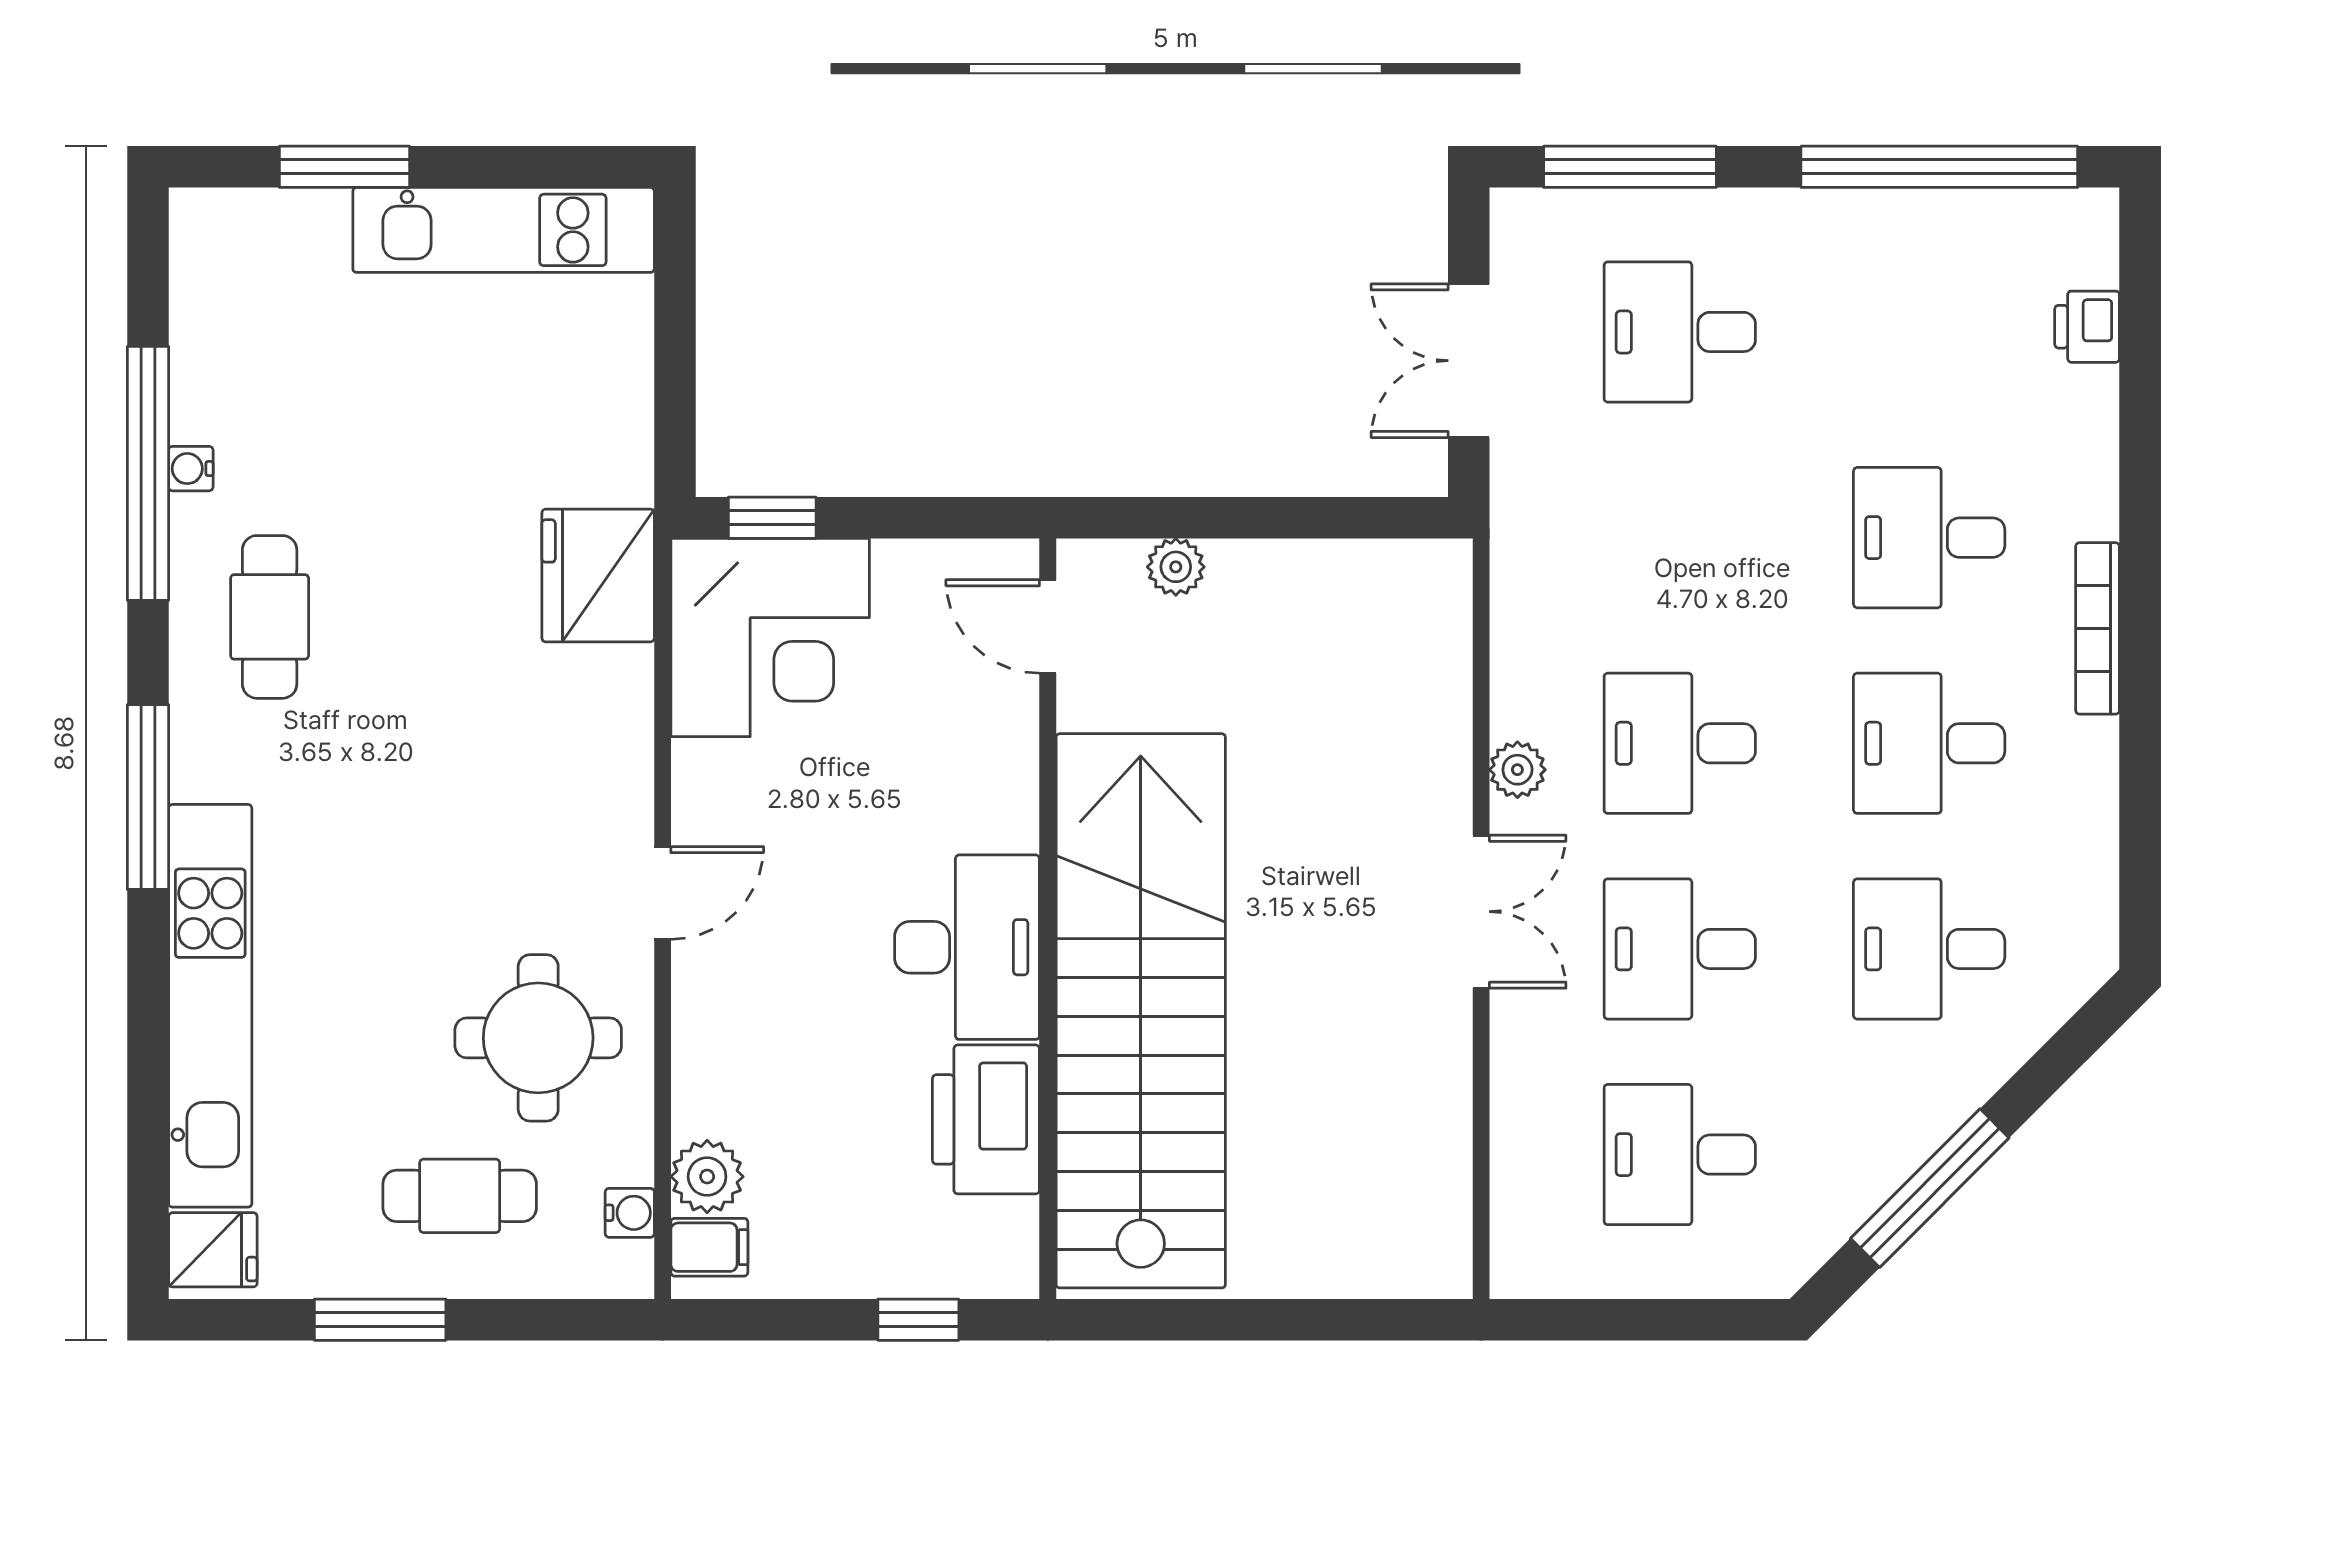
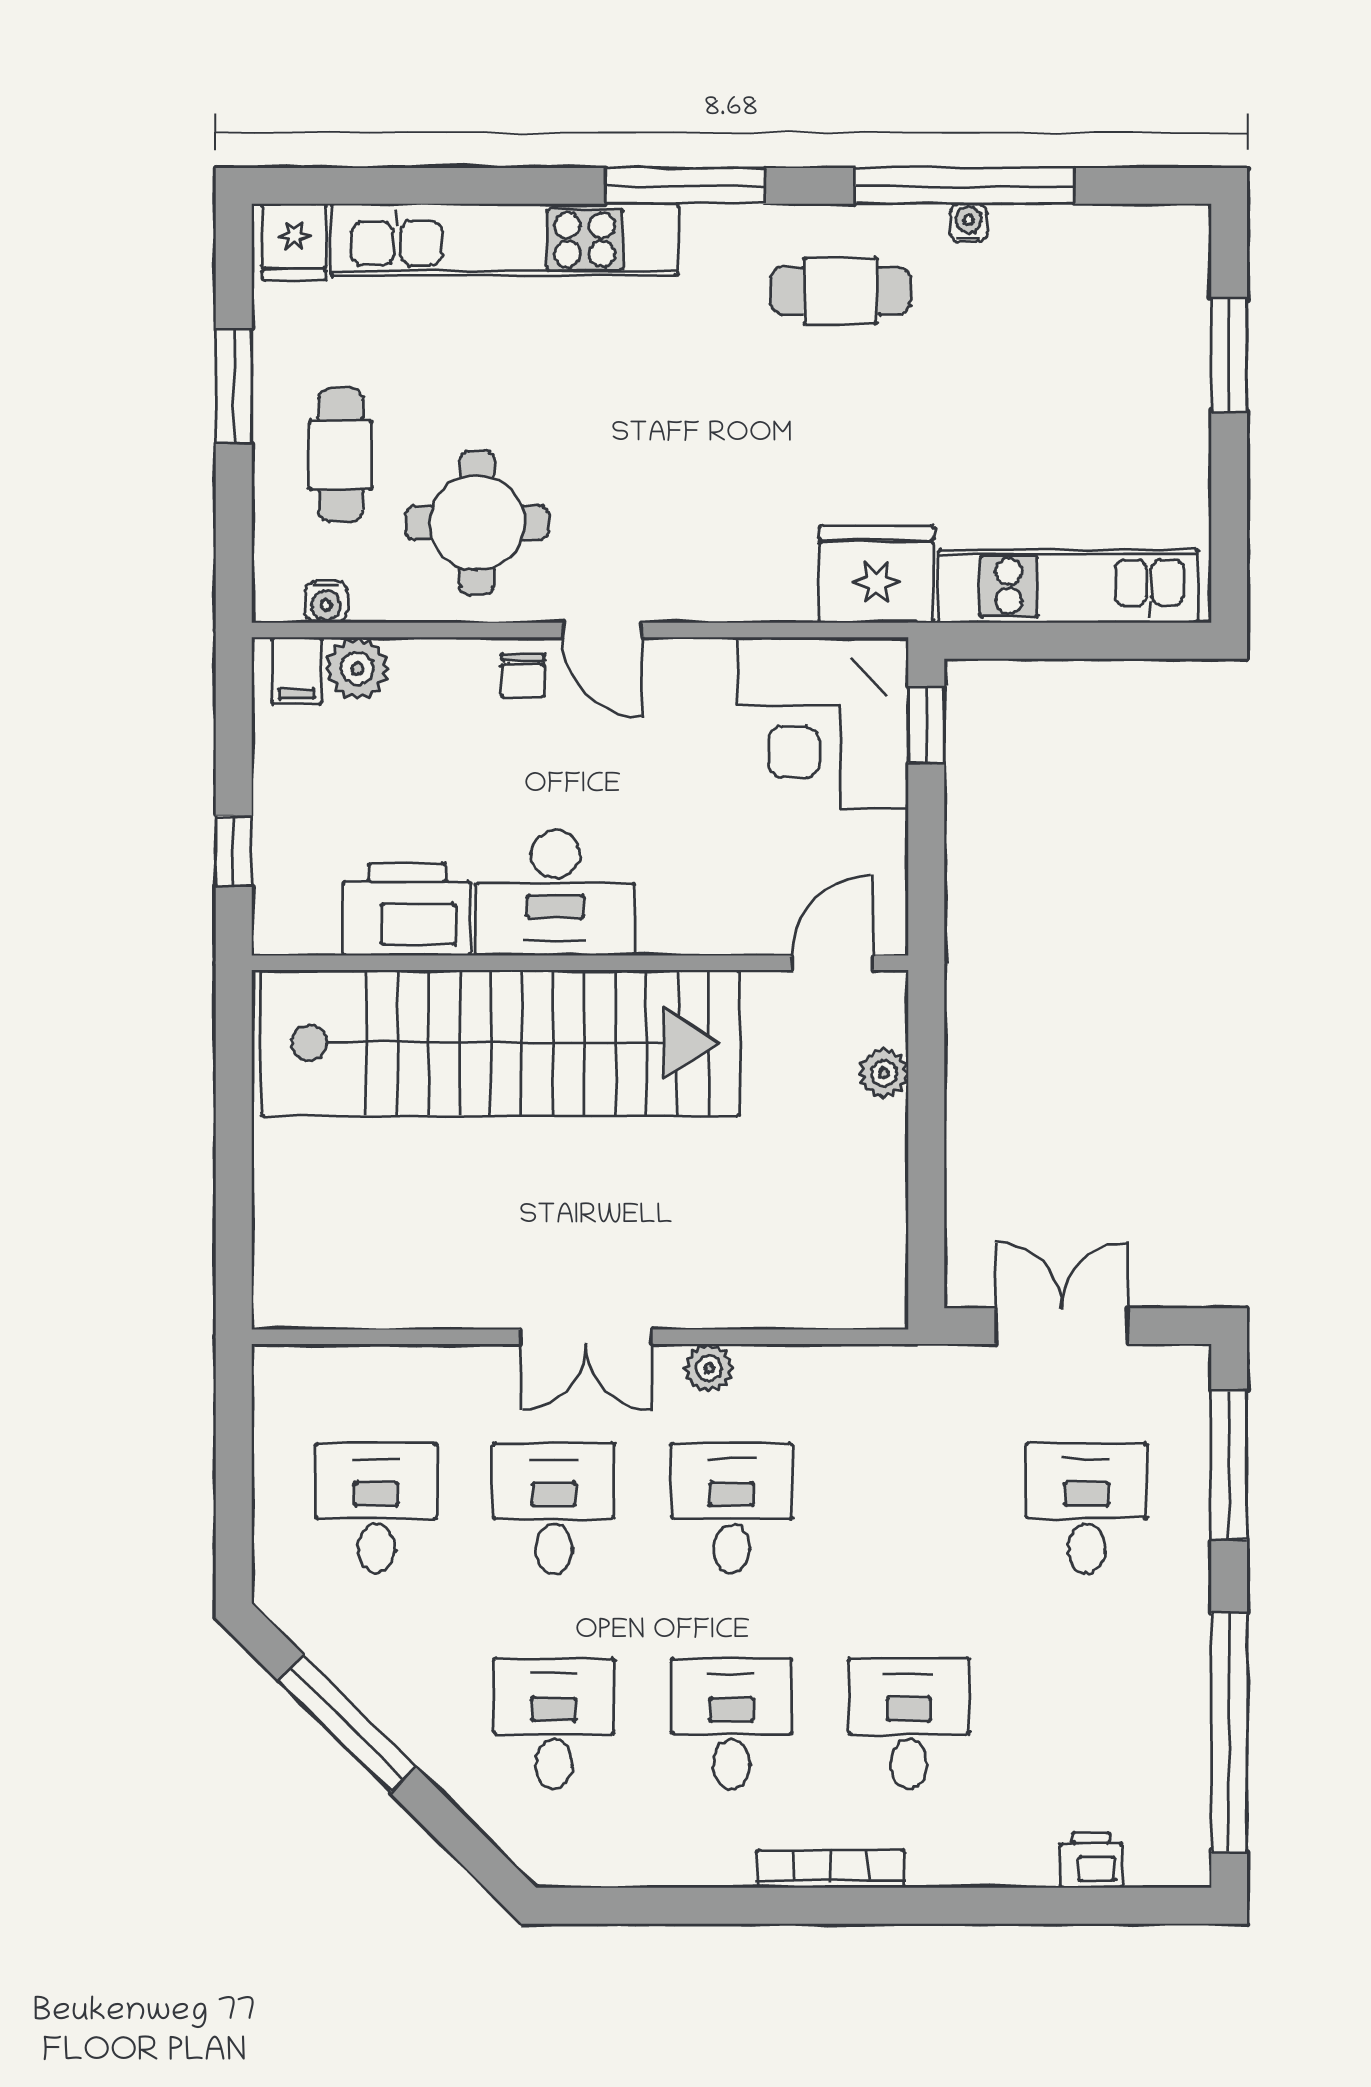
kitchen unit: (504, 230) -> (1068, 586), moved, turned 90
chair: (715, 985) -> (523, 675), added

